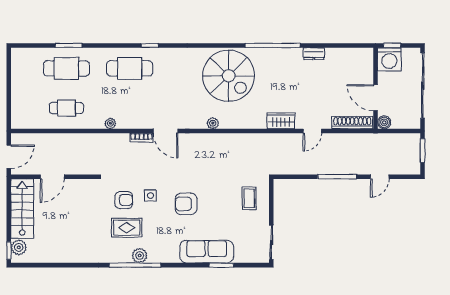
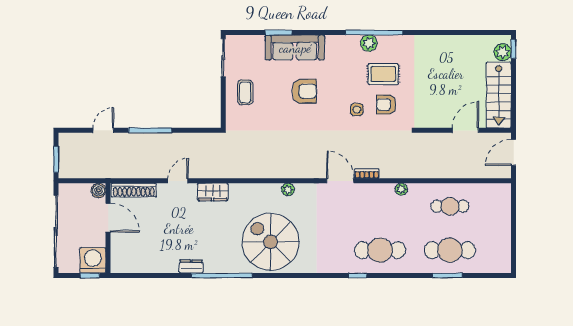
dresser: (314, 54) -> (191, 267), moved
coffee table: (249, 198) -> (245, 92), moved
armchair: (186, 204) -> (304, 91), moved

